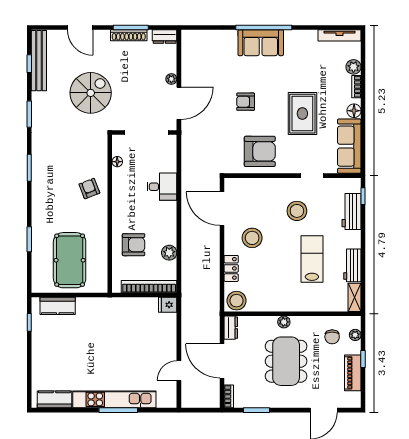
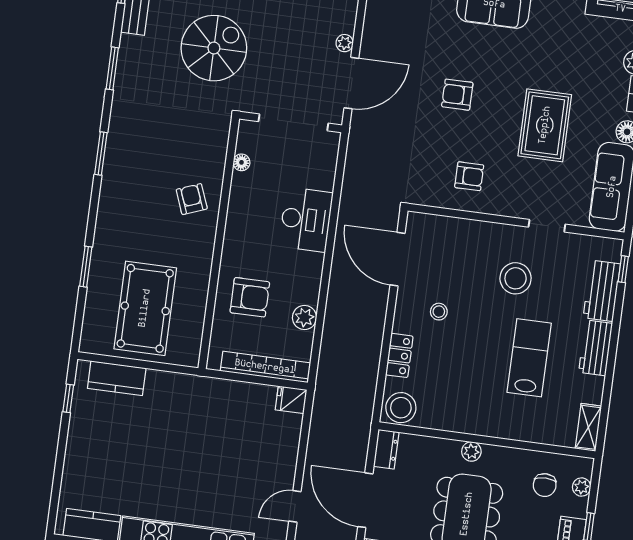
armchair: (260, 151) -> (469, 176), width x0.53, depth x0.53
desk: (162, 187) -> (306, 220), width x1.37
stool: (252, 238) -> (439, 312), width x0.53, depth x0.53
workbench: (352, 265) -> (596, 348), moved

